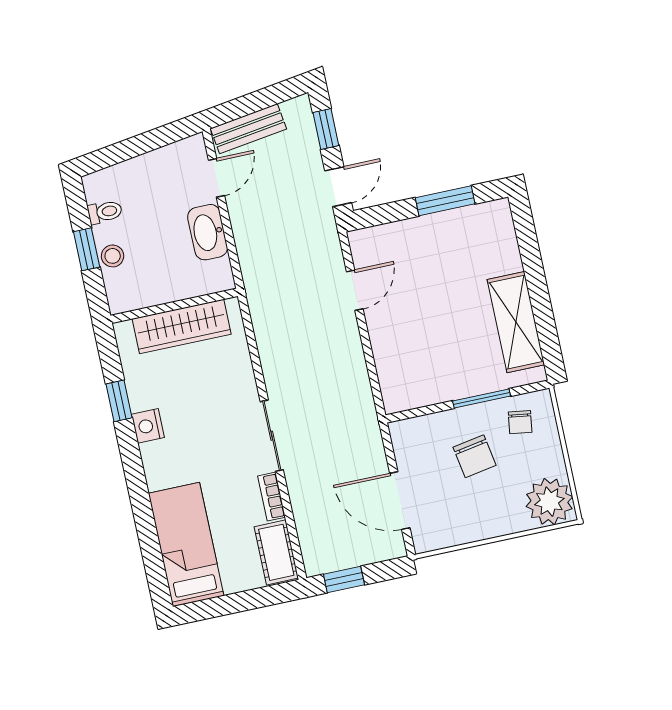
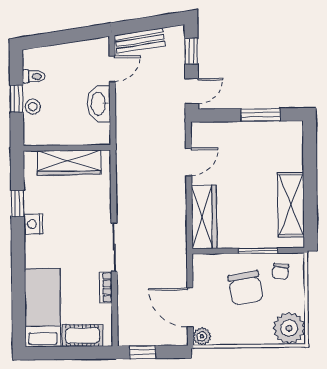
wardrobe: (393, 365) -> (204, 217), added
chair: (474, 456) -> (246, 288), width x1.37, depth x1.37
plant: (425, 539) -> (202, 336), added
cot: (276, 552) -> (83, 336), moved, turned 90

